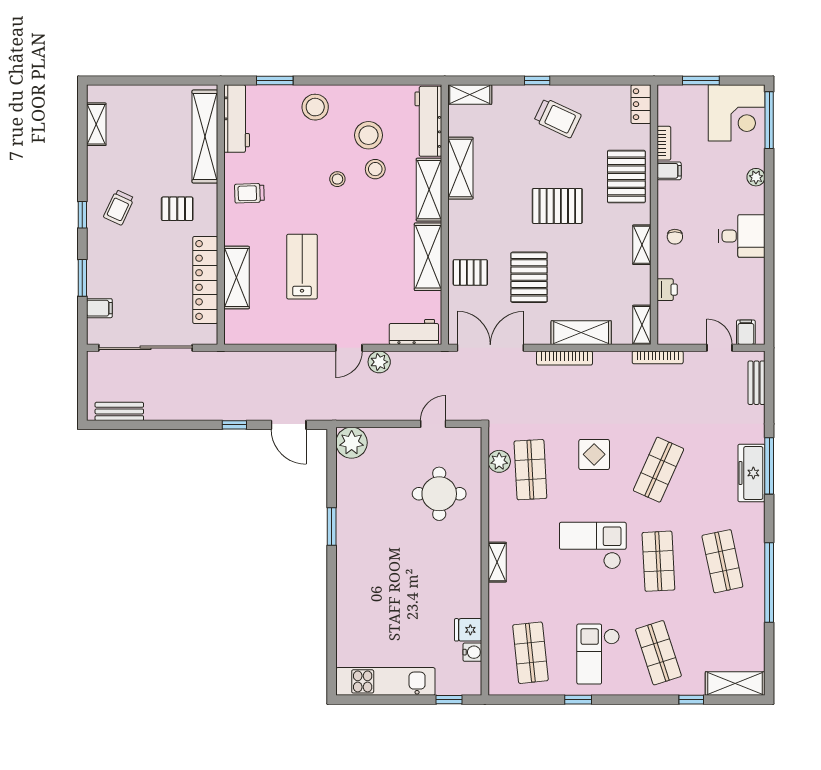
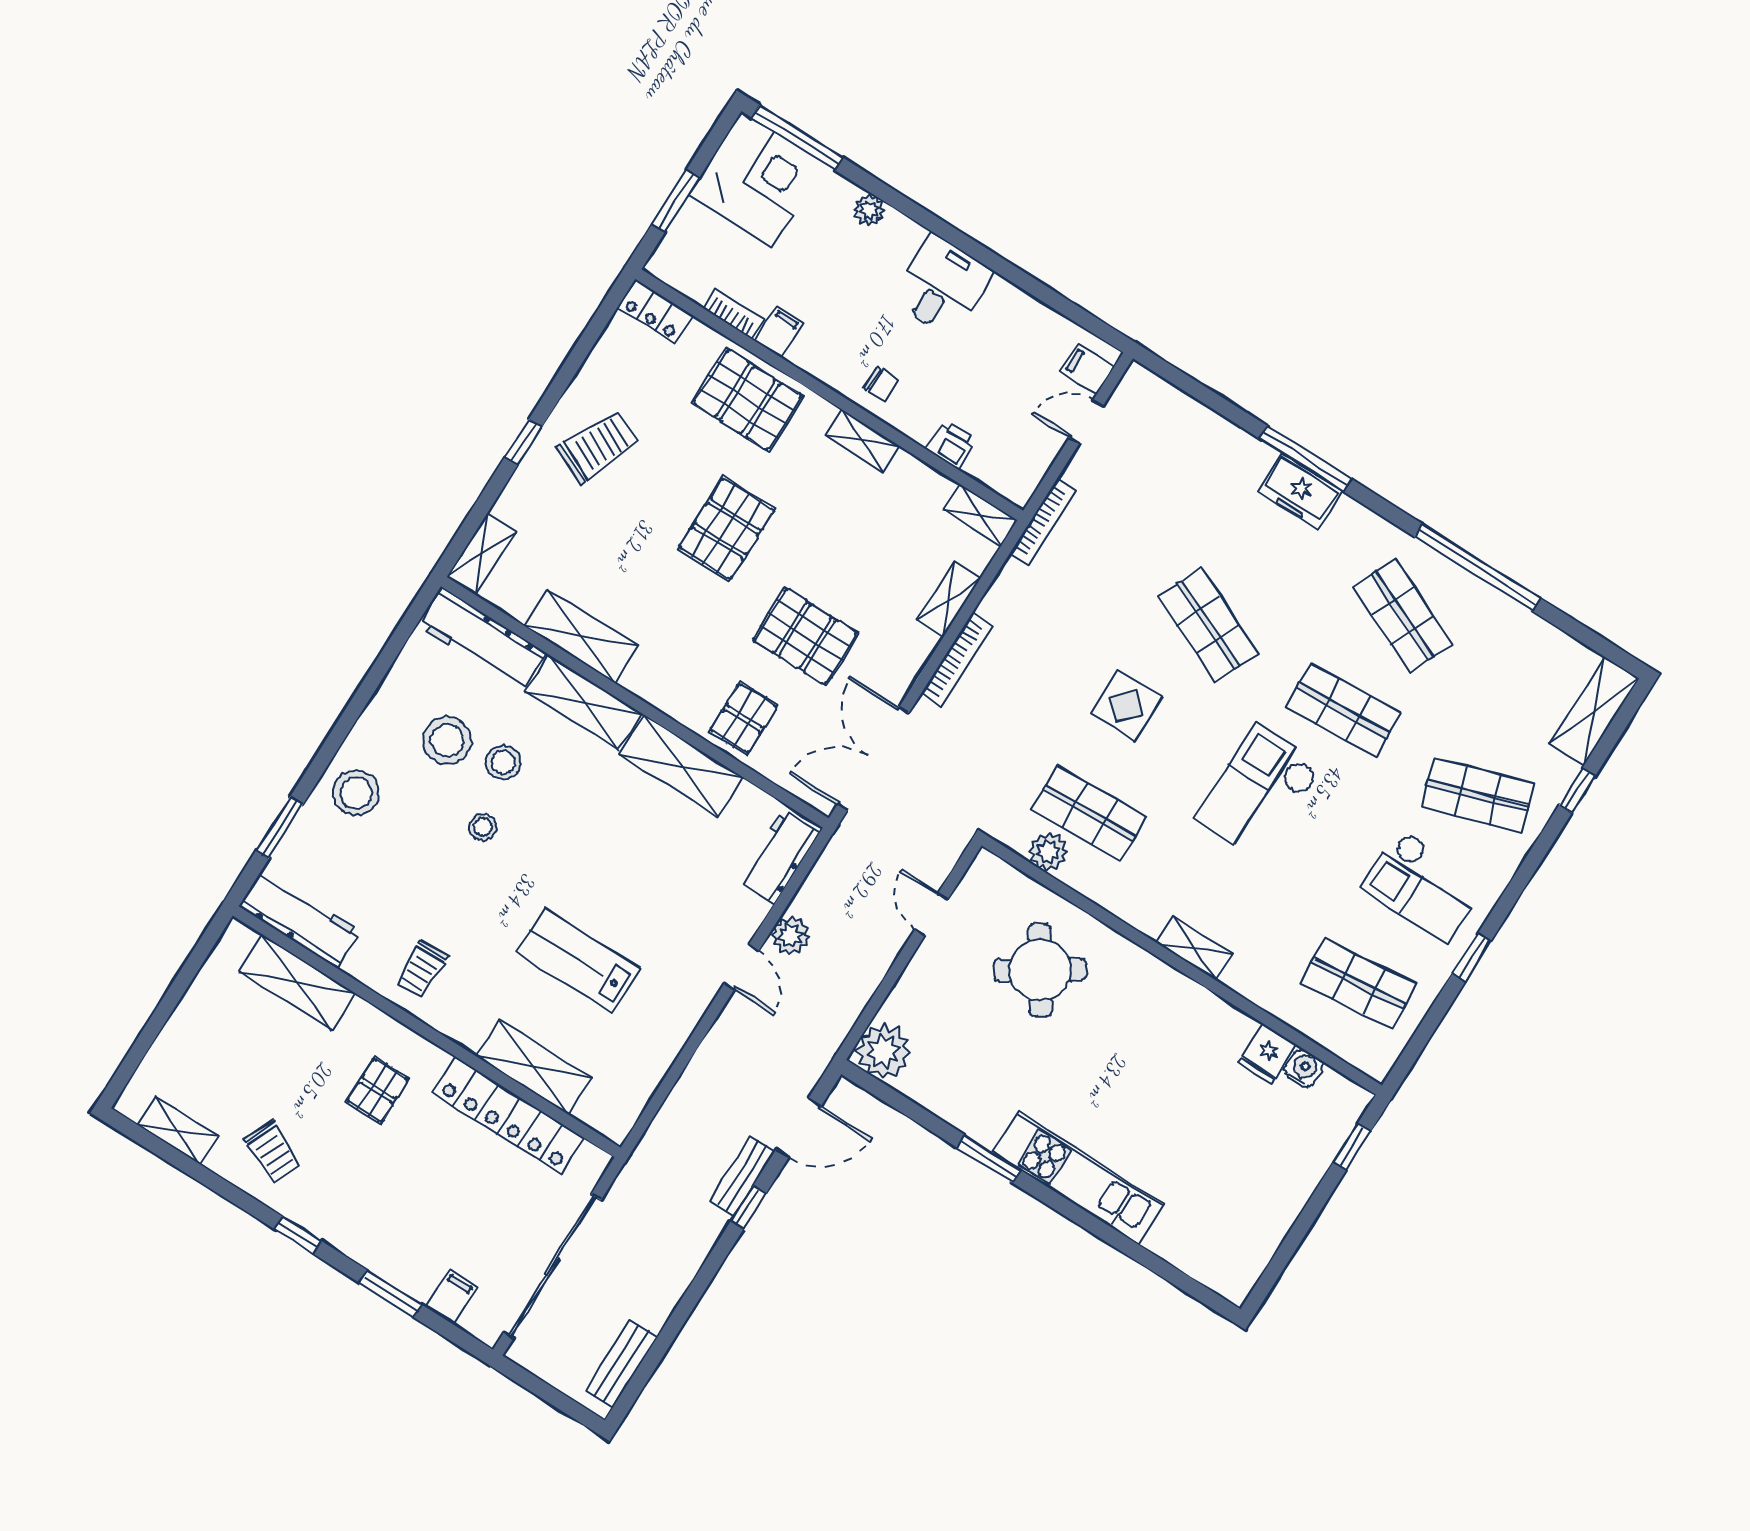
shelving: (205, 137) -> (297, 982), width x0.68
trolley: (119, 207) -> (273, 1151), moved
shelving: (581, 333) -> (949, 600), width x0.67, depth x0.75
bench: (757, 383) -> (742, 1176), moved, turned 90
freezer: (751, 473) -> (1300, 491), width x0.71
round table: (439, 494) -> (1040, 970), turned -33
shop shelf: (722, 561) -> (1403, 616), turned 36
kitchen unit: (385, 681) -> (1078, 1178), moved, turned 90

